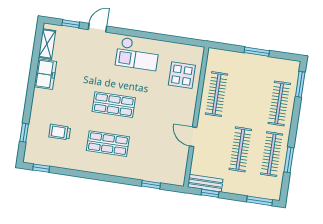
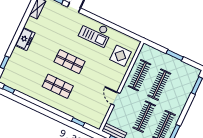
freezer: (45, 74) -> (25, 39), moved
clothes rail: (279, 103) -> (159, 85), moved
trolley: (60, 132) -> (28, 69), removed

